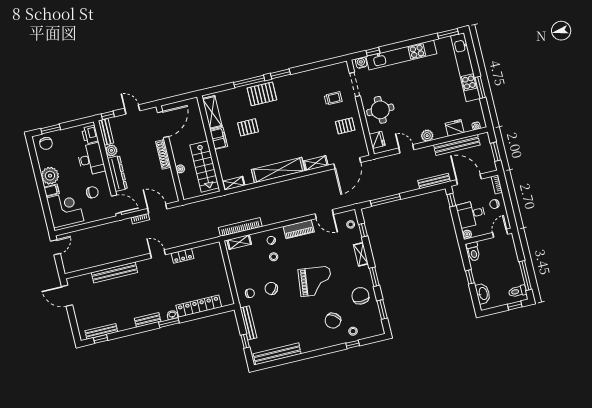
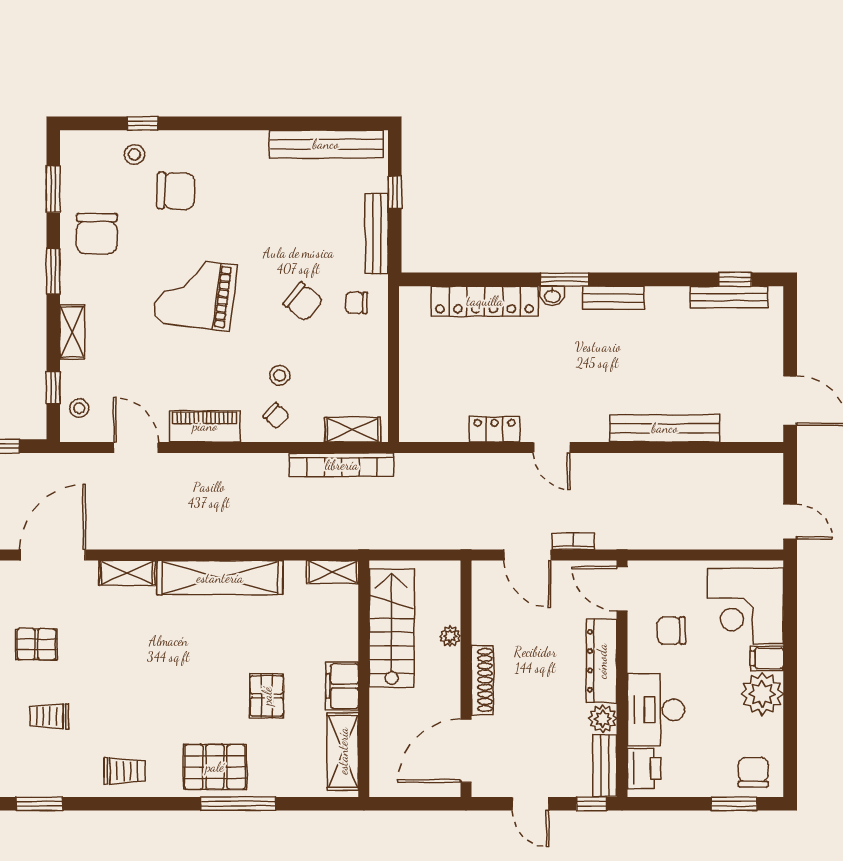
window: (280, 74) -> (39, 804), moved
trolley: (298, 84) -> (124, 771), added
pallet: (248, 127) -> (267, 696), turned 90
door: (55, 247) -> (790, 522), swing flipped
chair: (333, 321) -> (176, 191), turned 55

